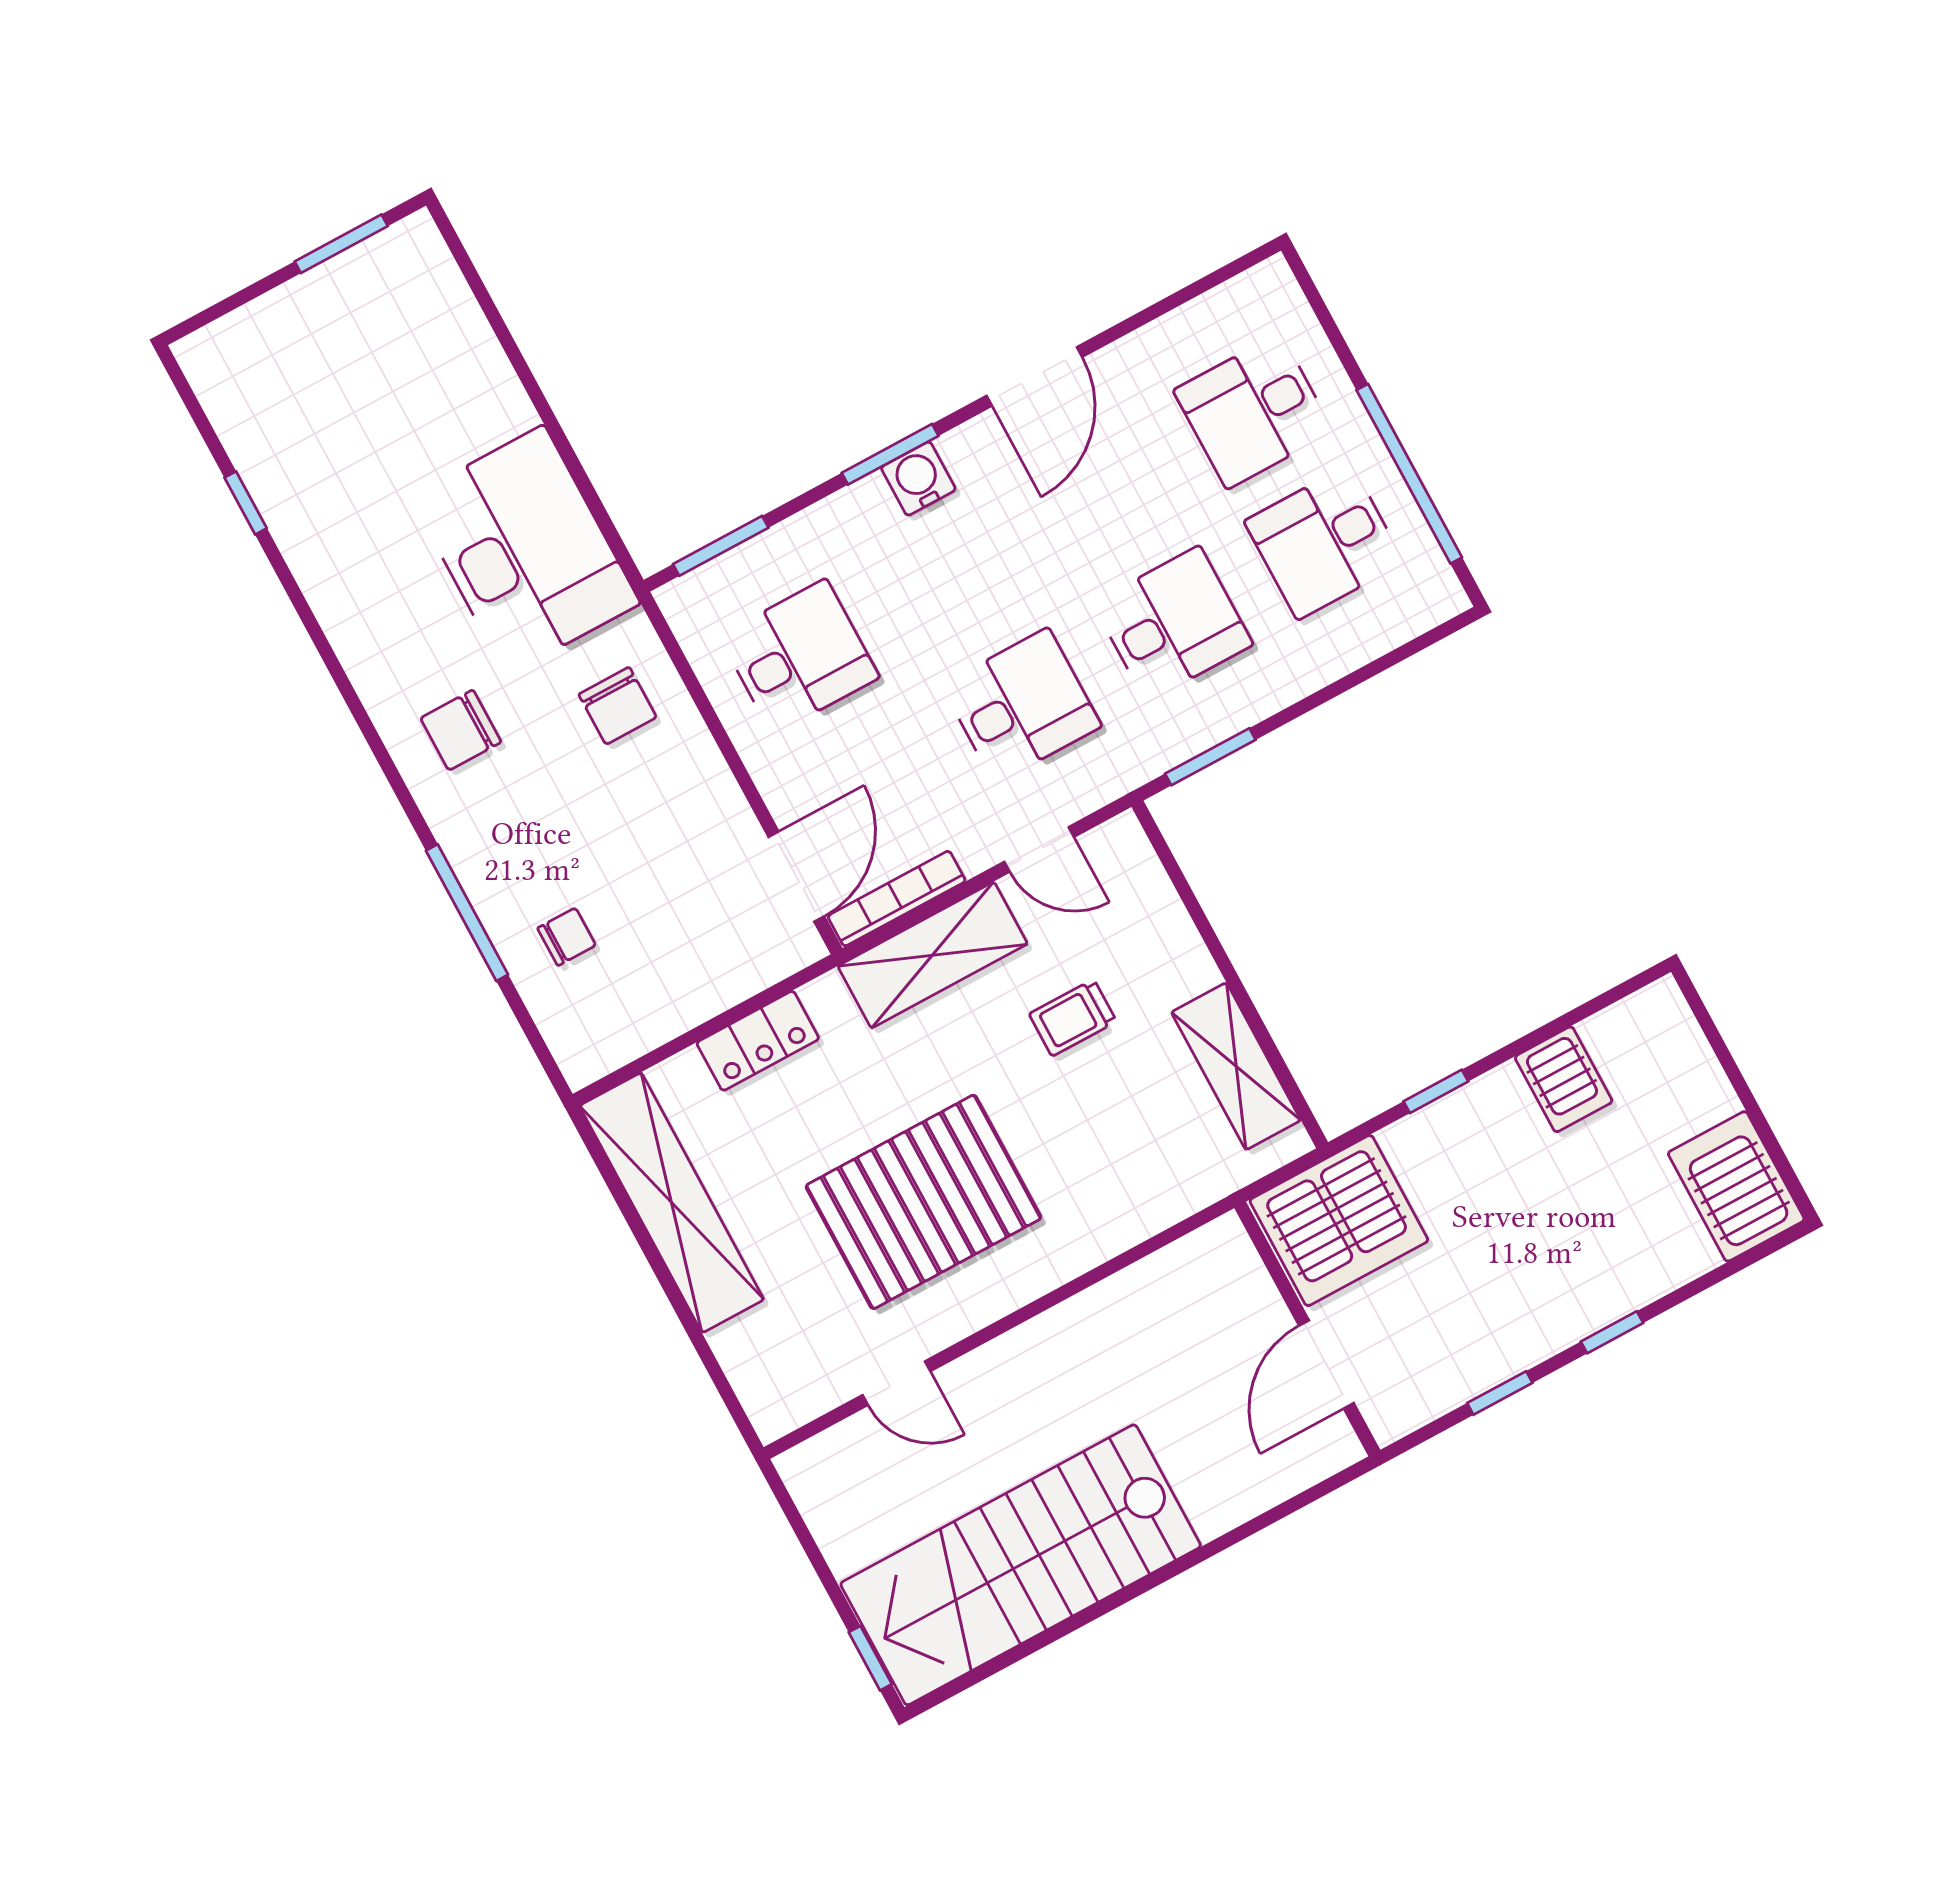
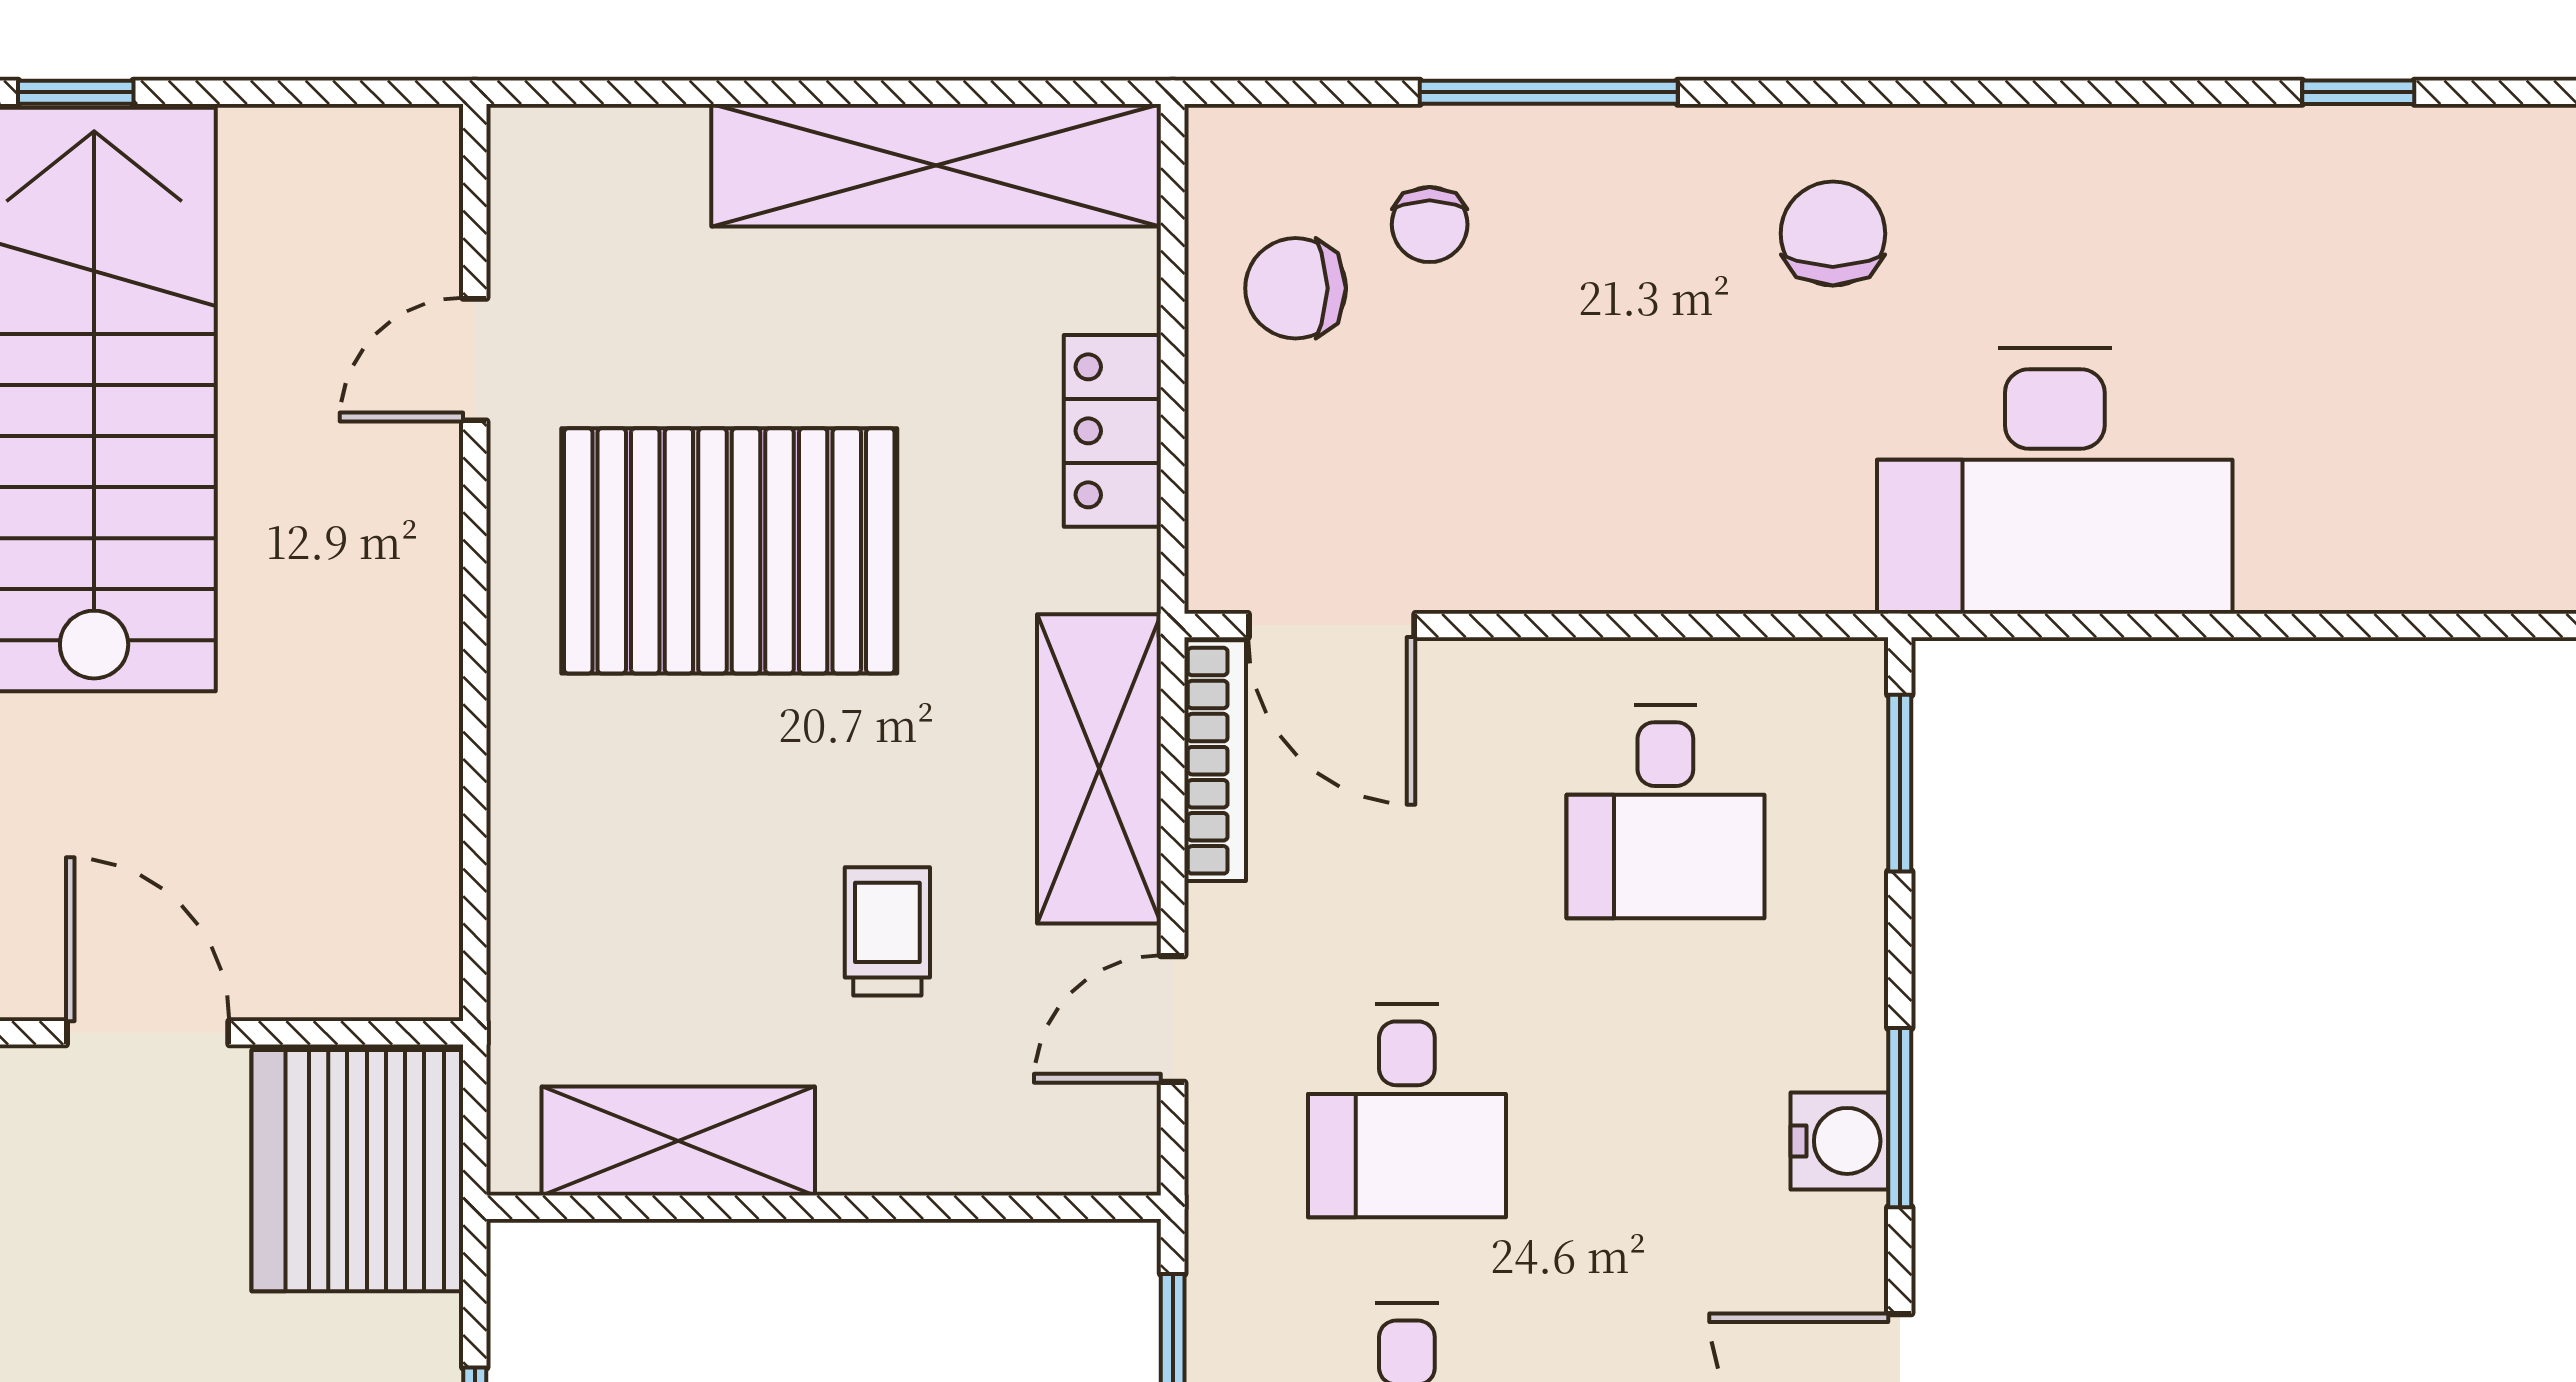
chair: (618, 706) -> (1296, 288), moved
pallet: (923, 1202) -> (729, 551), turned 90

